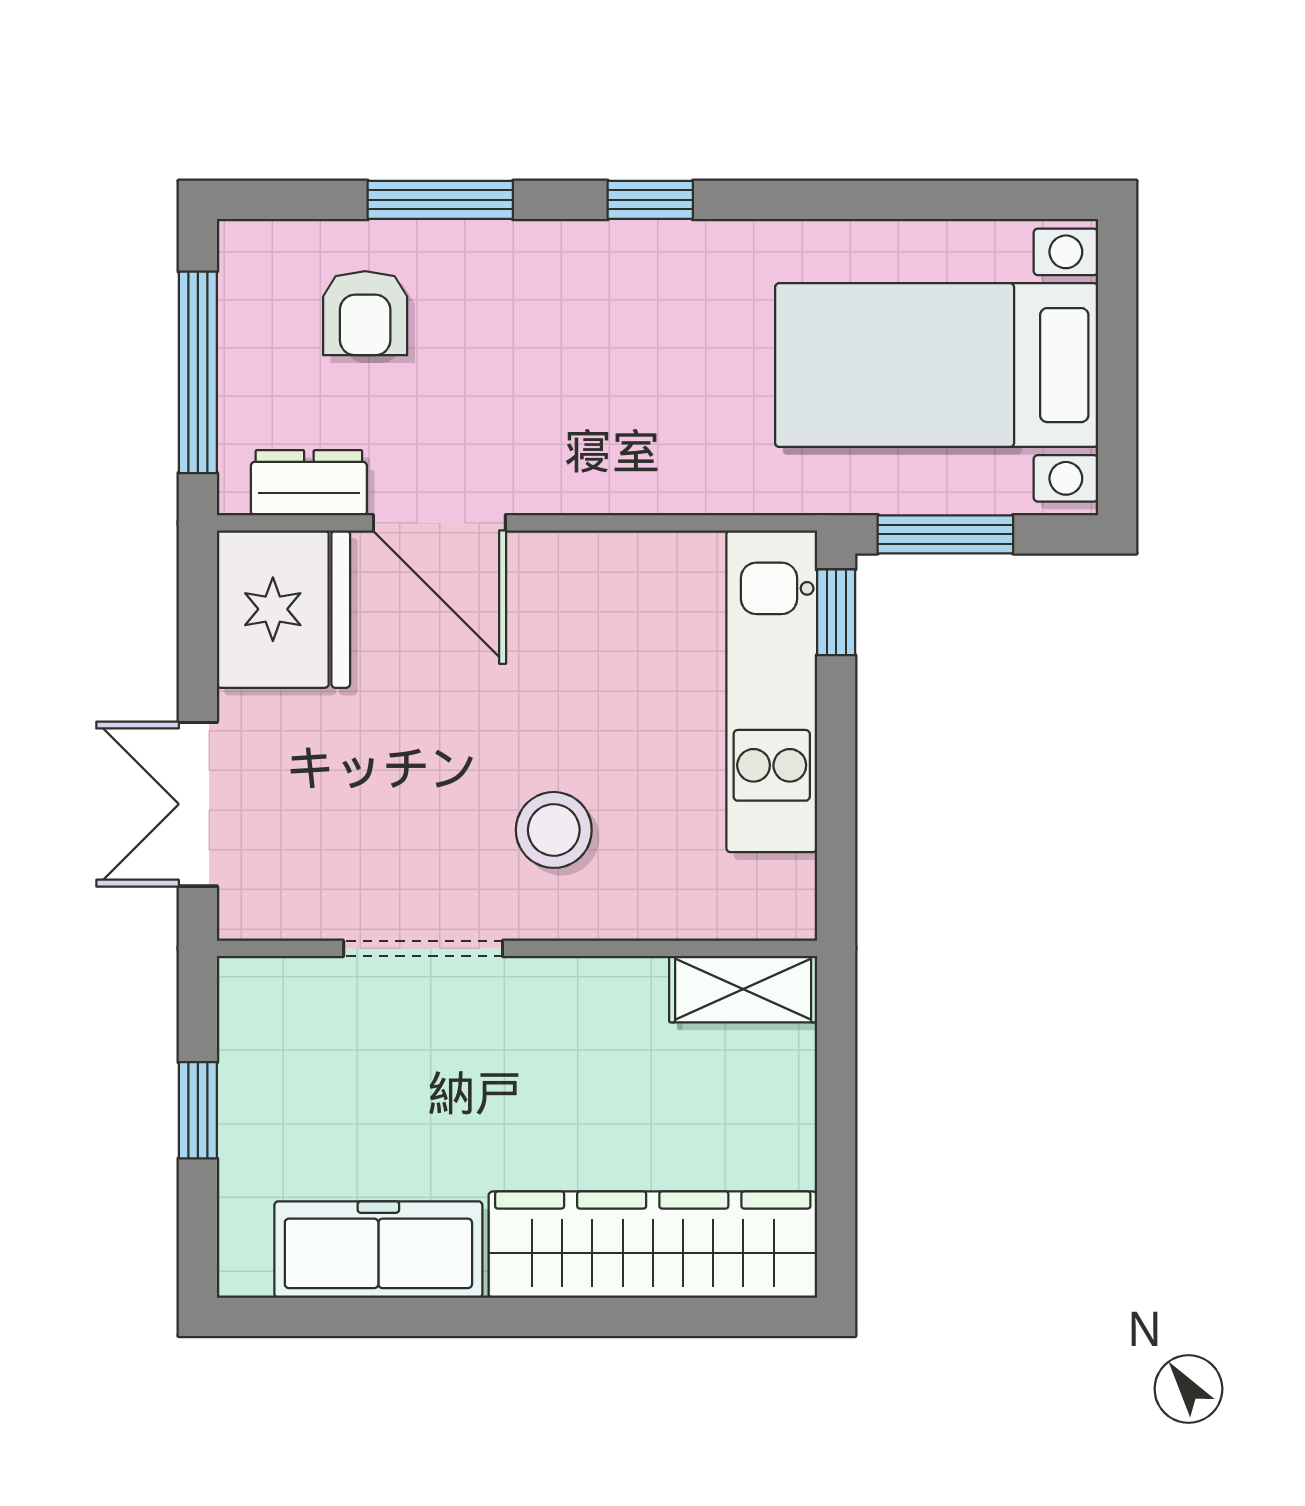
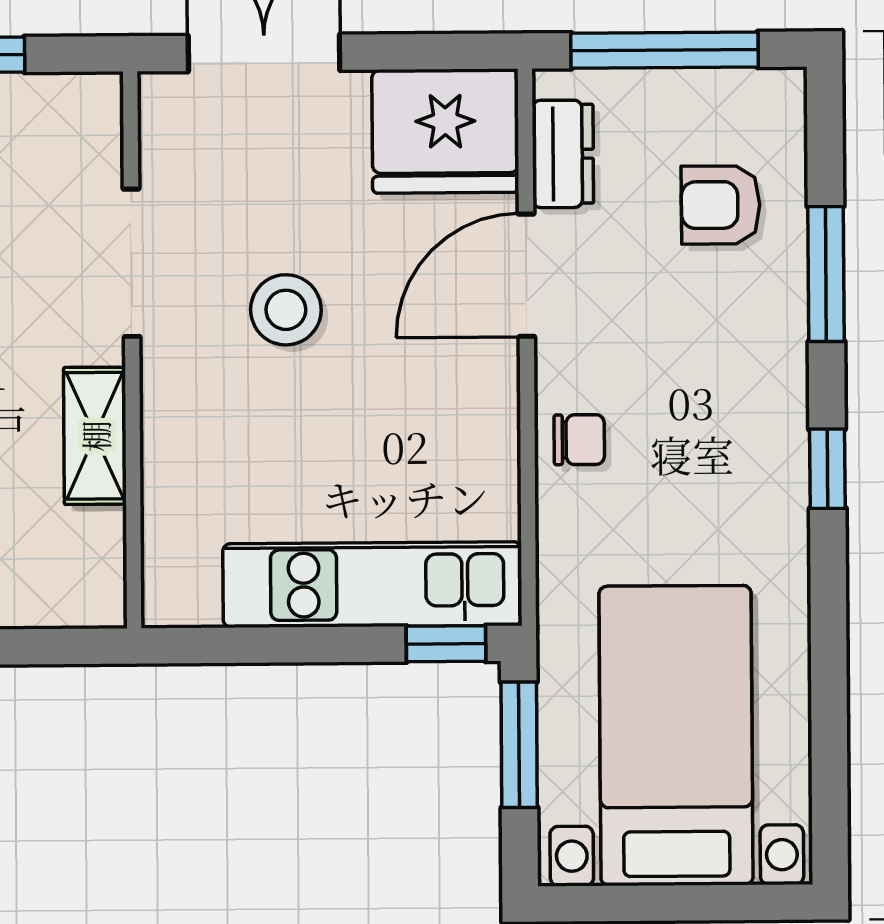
chair: (617, 467) -> (579, 440), added
stool: (554, 830) -> (286, 310), moved
shelving: (743, 989) -> (95, 436), moved

